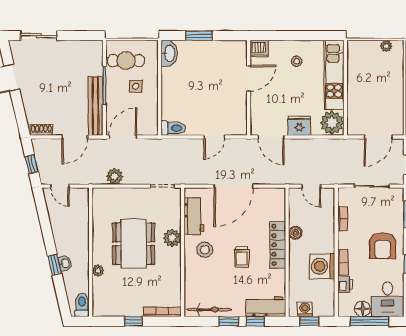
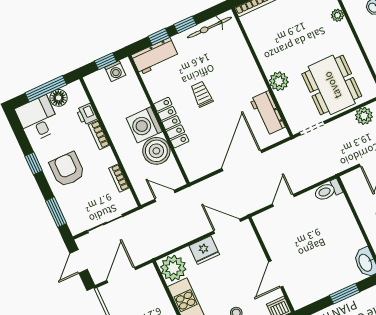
boiler: (295, 233) -> (156, 151), width x1.86, depth x1.86
dining table: (134, 244) -> (332, 85), moved
stool: (205, 250) -> (241, 85), removed
washing machine: (322, 266) -> (144, 125), moved, turned 180

